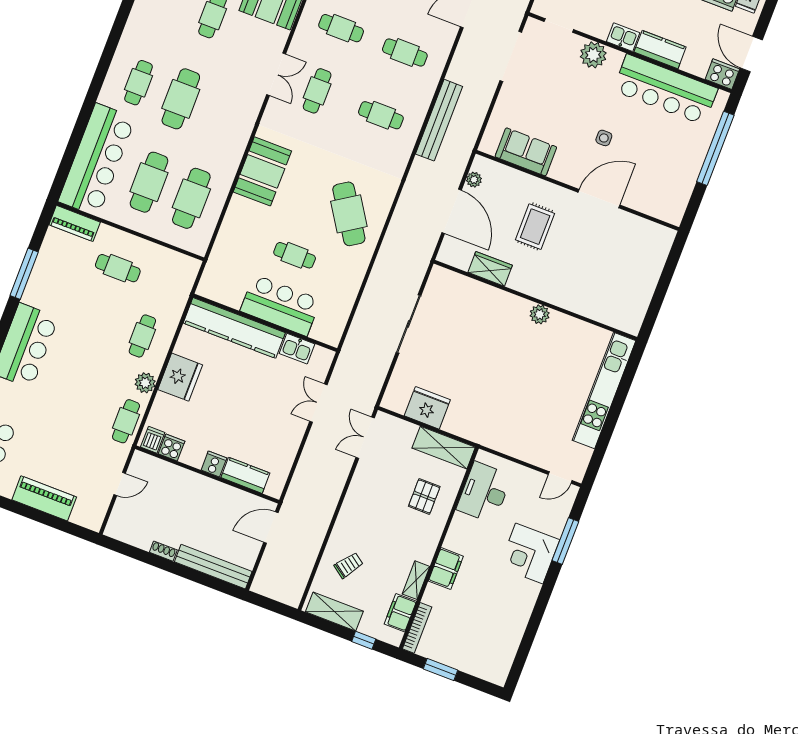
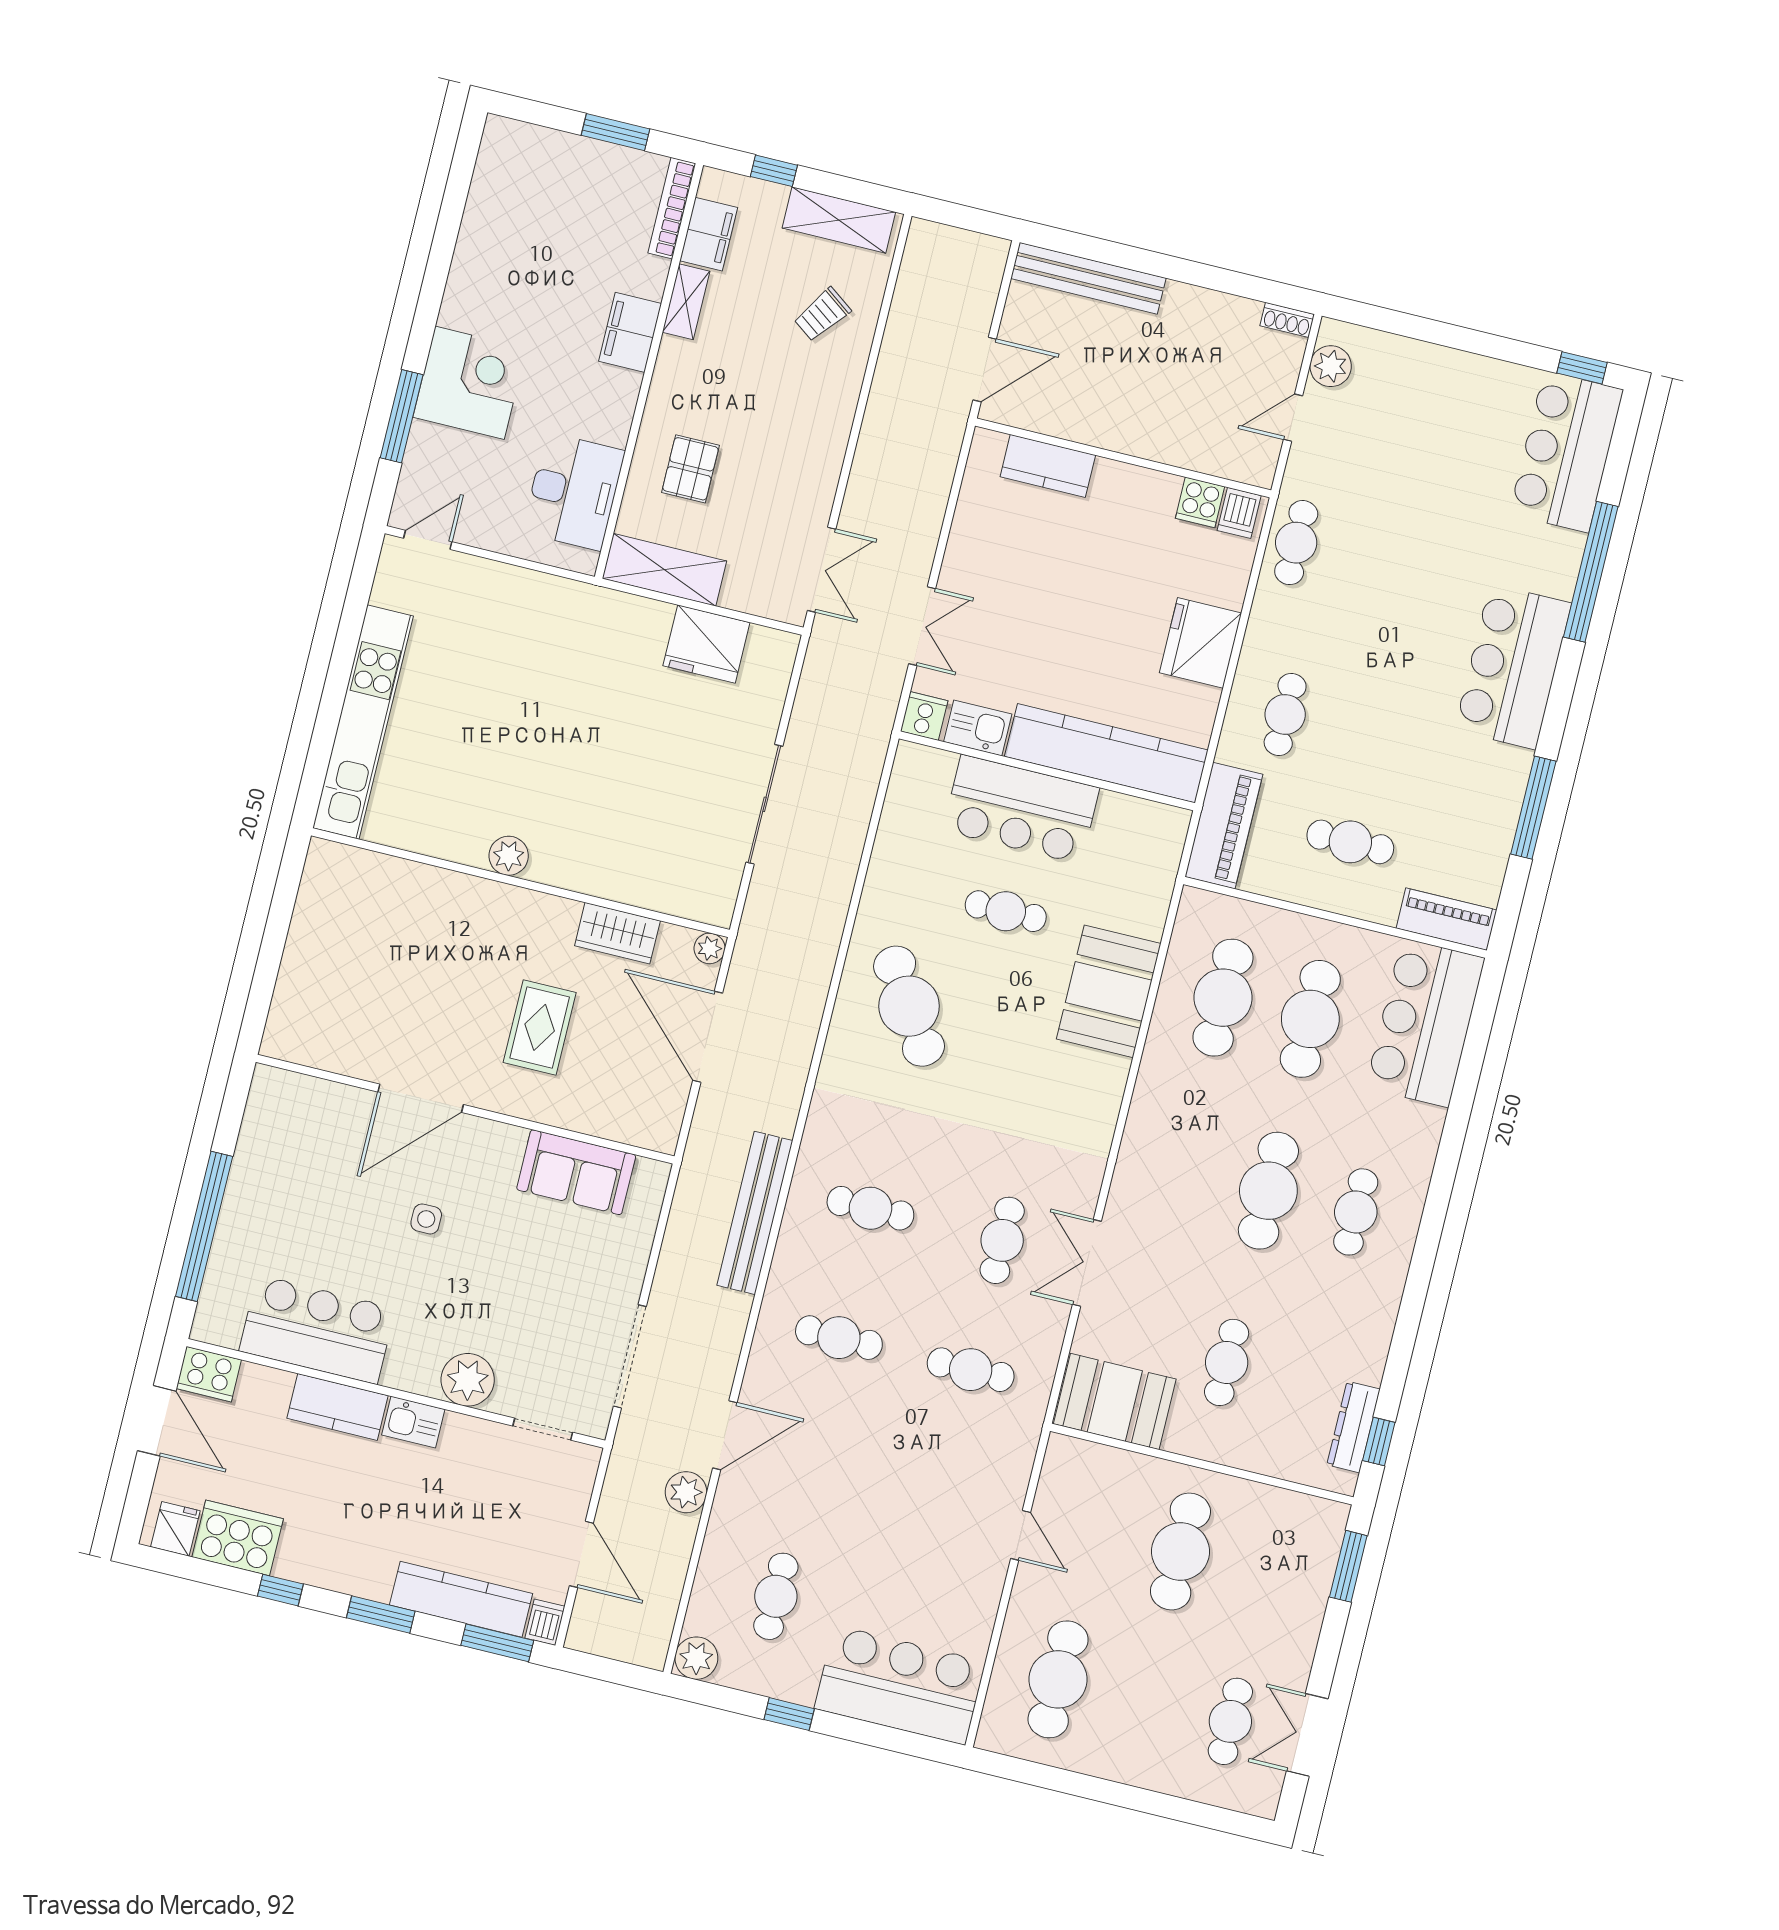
bar counter: (665, 90) -> (317, 1330), width x0.73
bar counter: (97, 160) -> (1425, 1023), width x0.73
booth: (262, 171) -> (1109, 991), moved
plant: (474, 180) -> (710, 948), moved
plant: (145, 383) -> (1331, 366), moved
cooker: (214, 464) -> (924, 716), moved, turned 180
piano: (44, 498) -> (1224, 826), moved, turned -90
shoe rack: (163, 551) -> (1287, 320), moved

